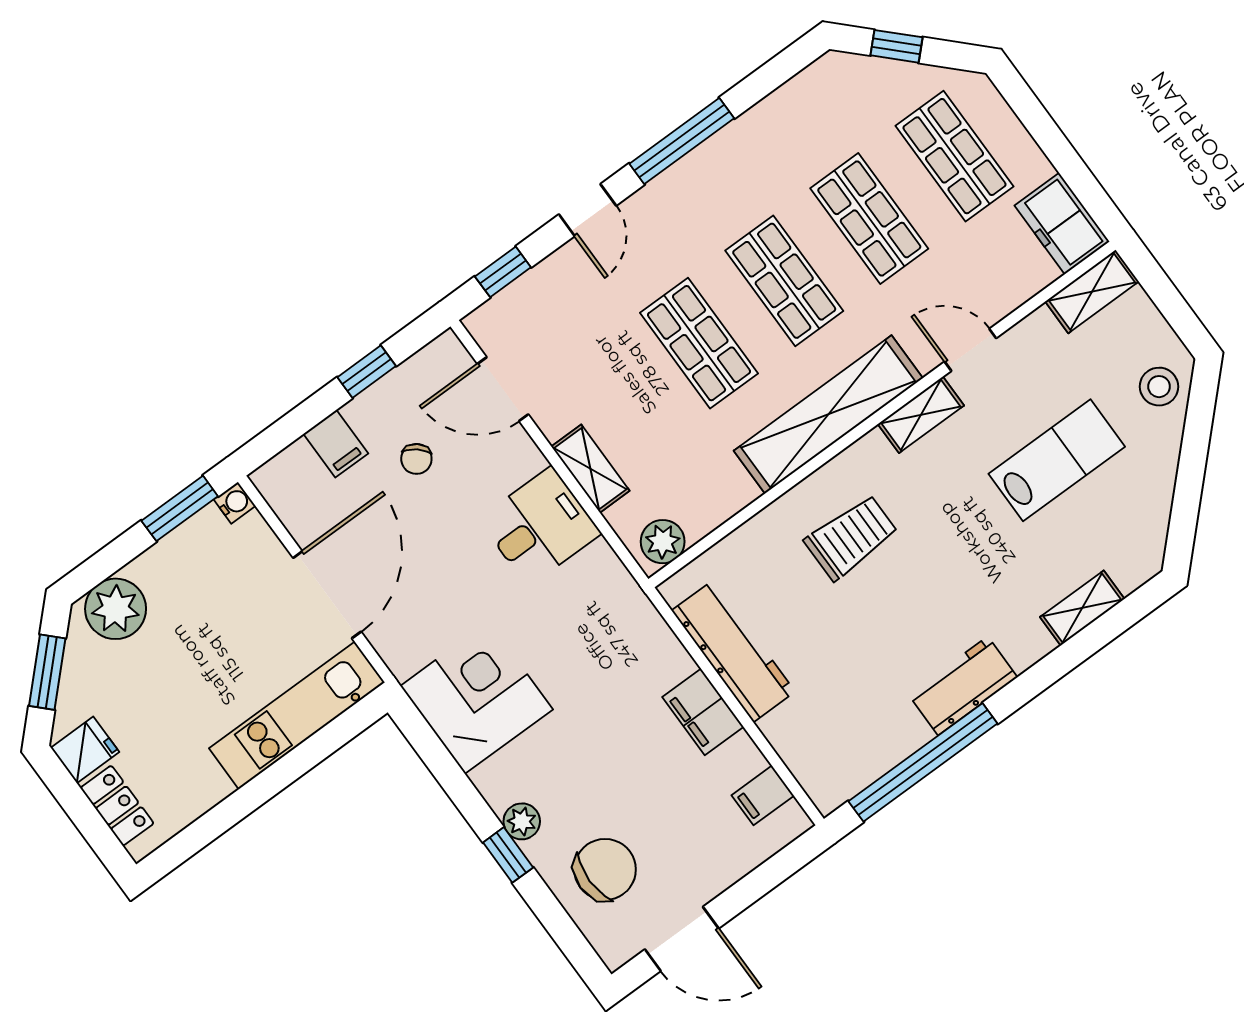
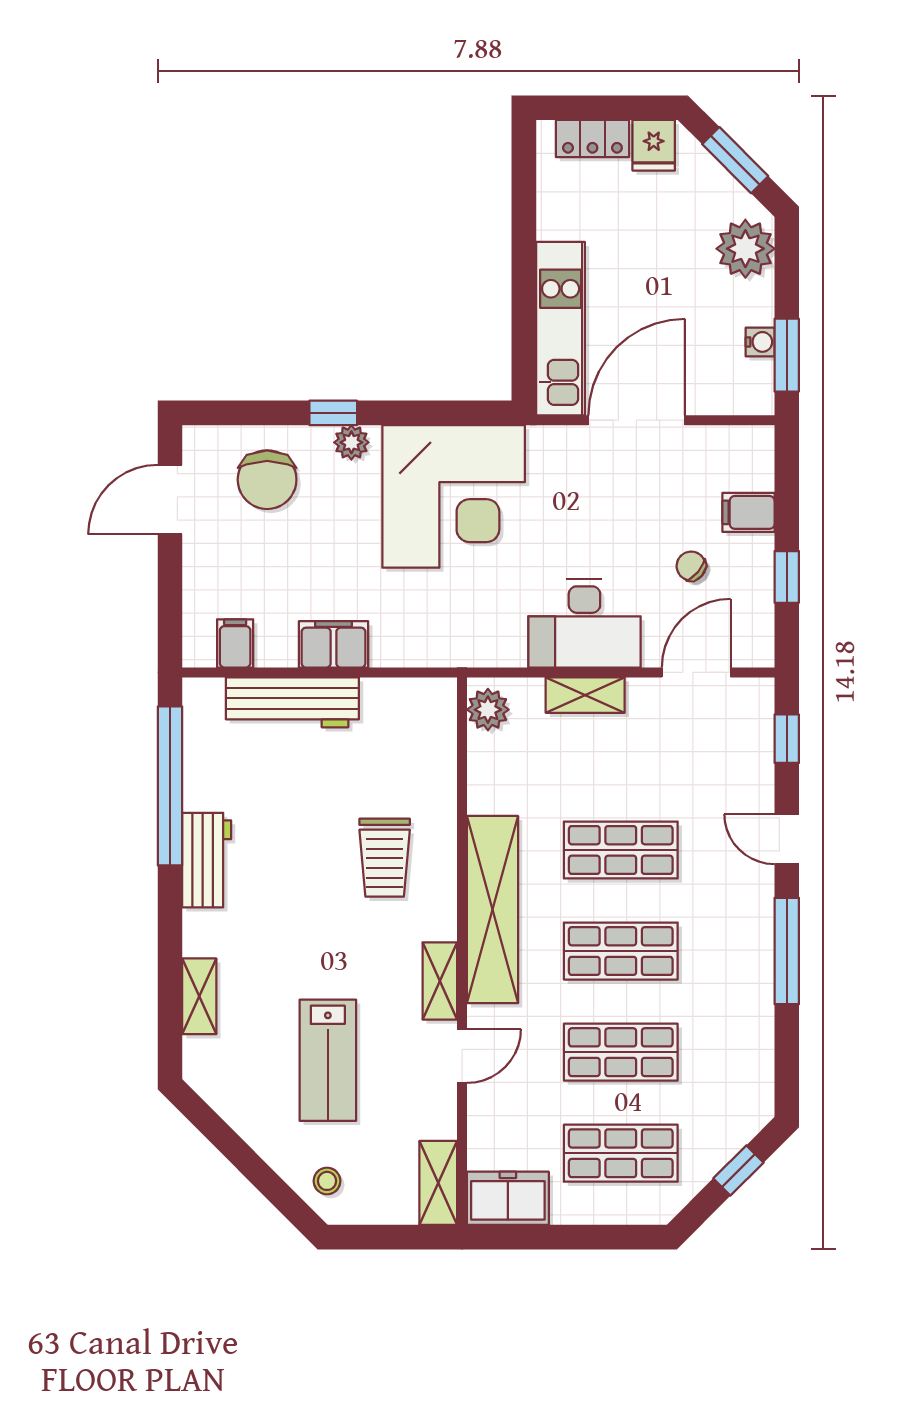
stool: (1159, 387) -> (327, 1181), width x0.73, depth x0.73
water cooler: (235, 503) -> (760, 342), moved, turned -90
desk: (540, 526) -> (584, 623), width x1.37
door: (327, 595) -> (637, 420), swing flipped
workbench: (733, 651) -> (292, 702), moved
corner desk: (477, 698) -> (454, 496), width x1.36, depth x1.36

